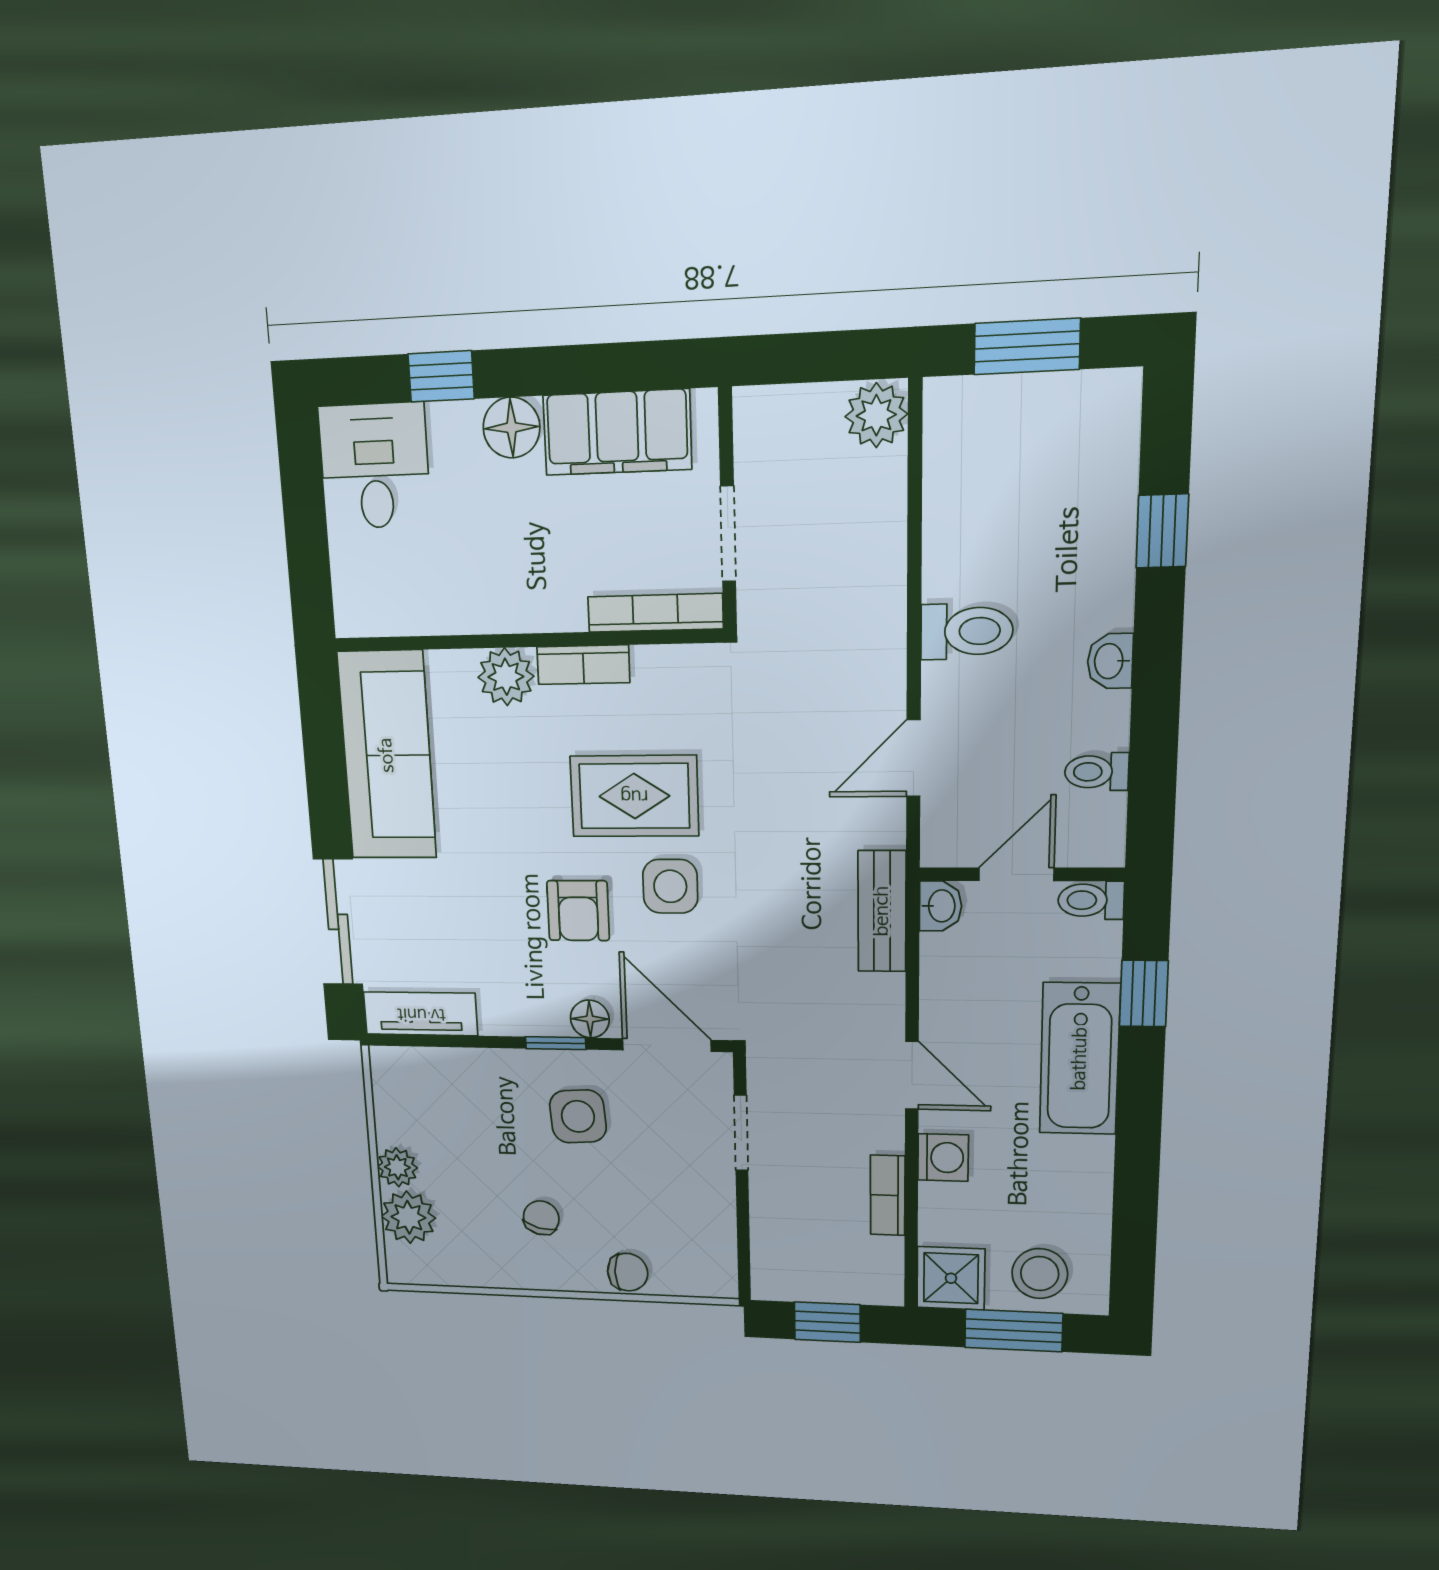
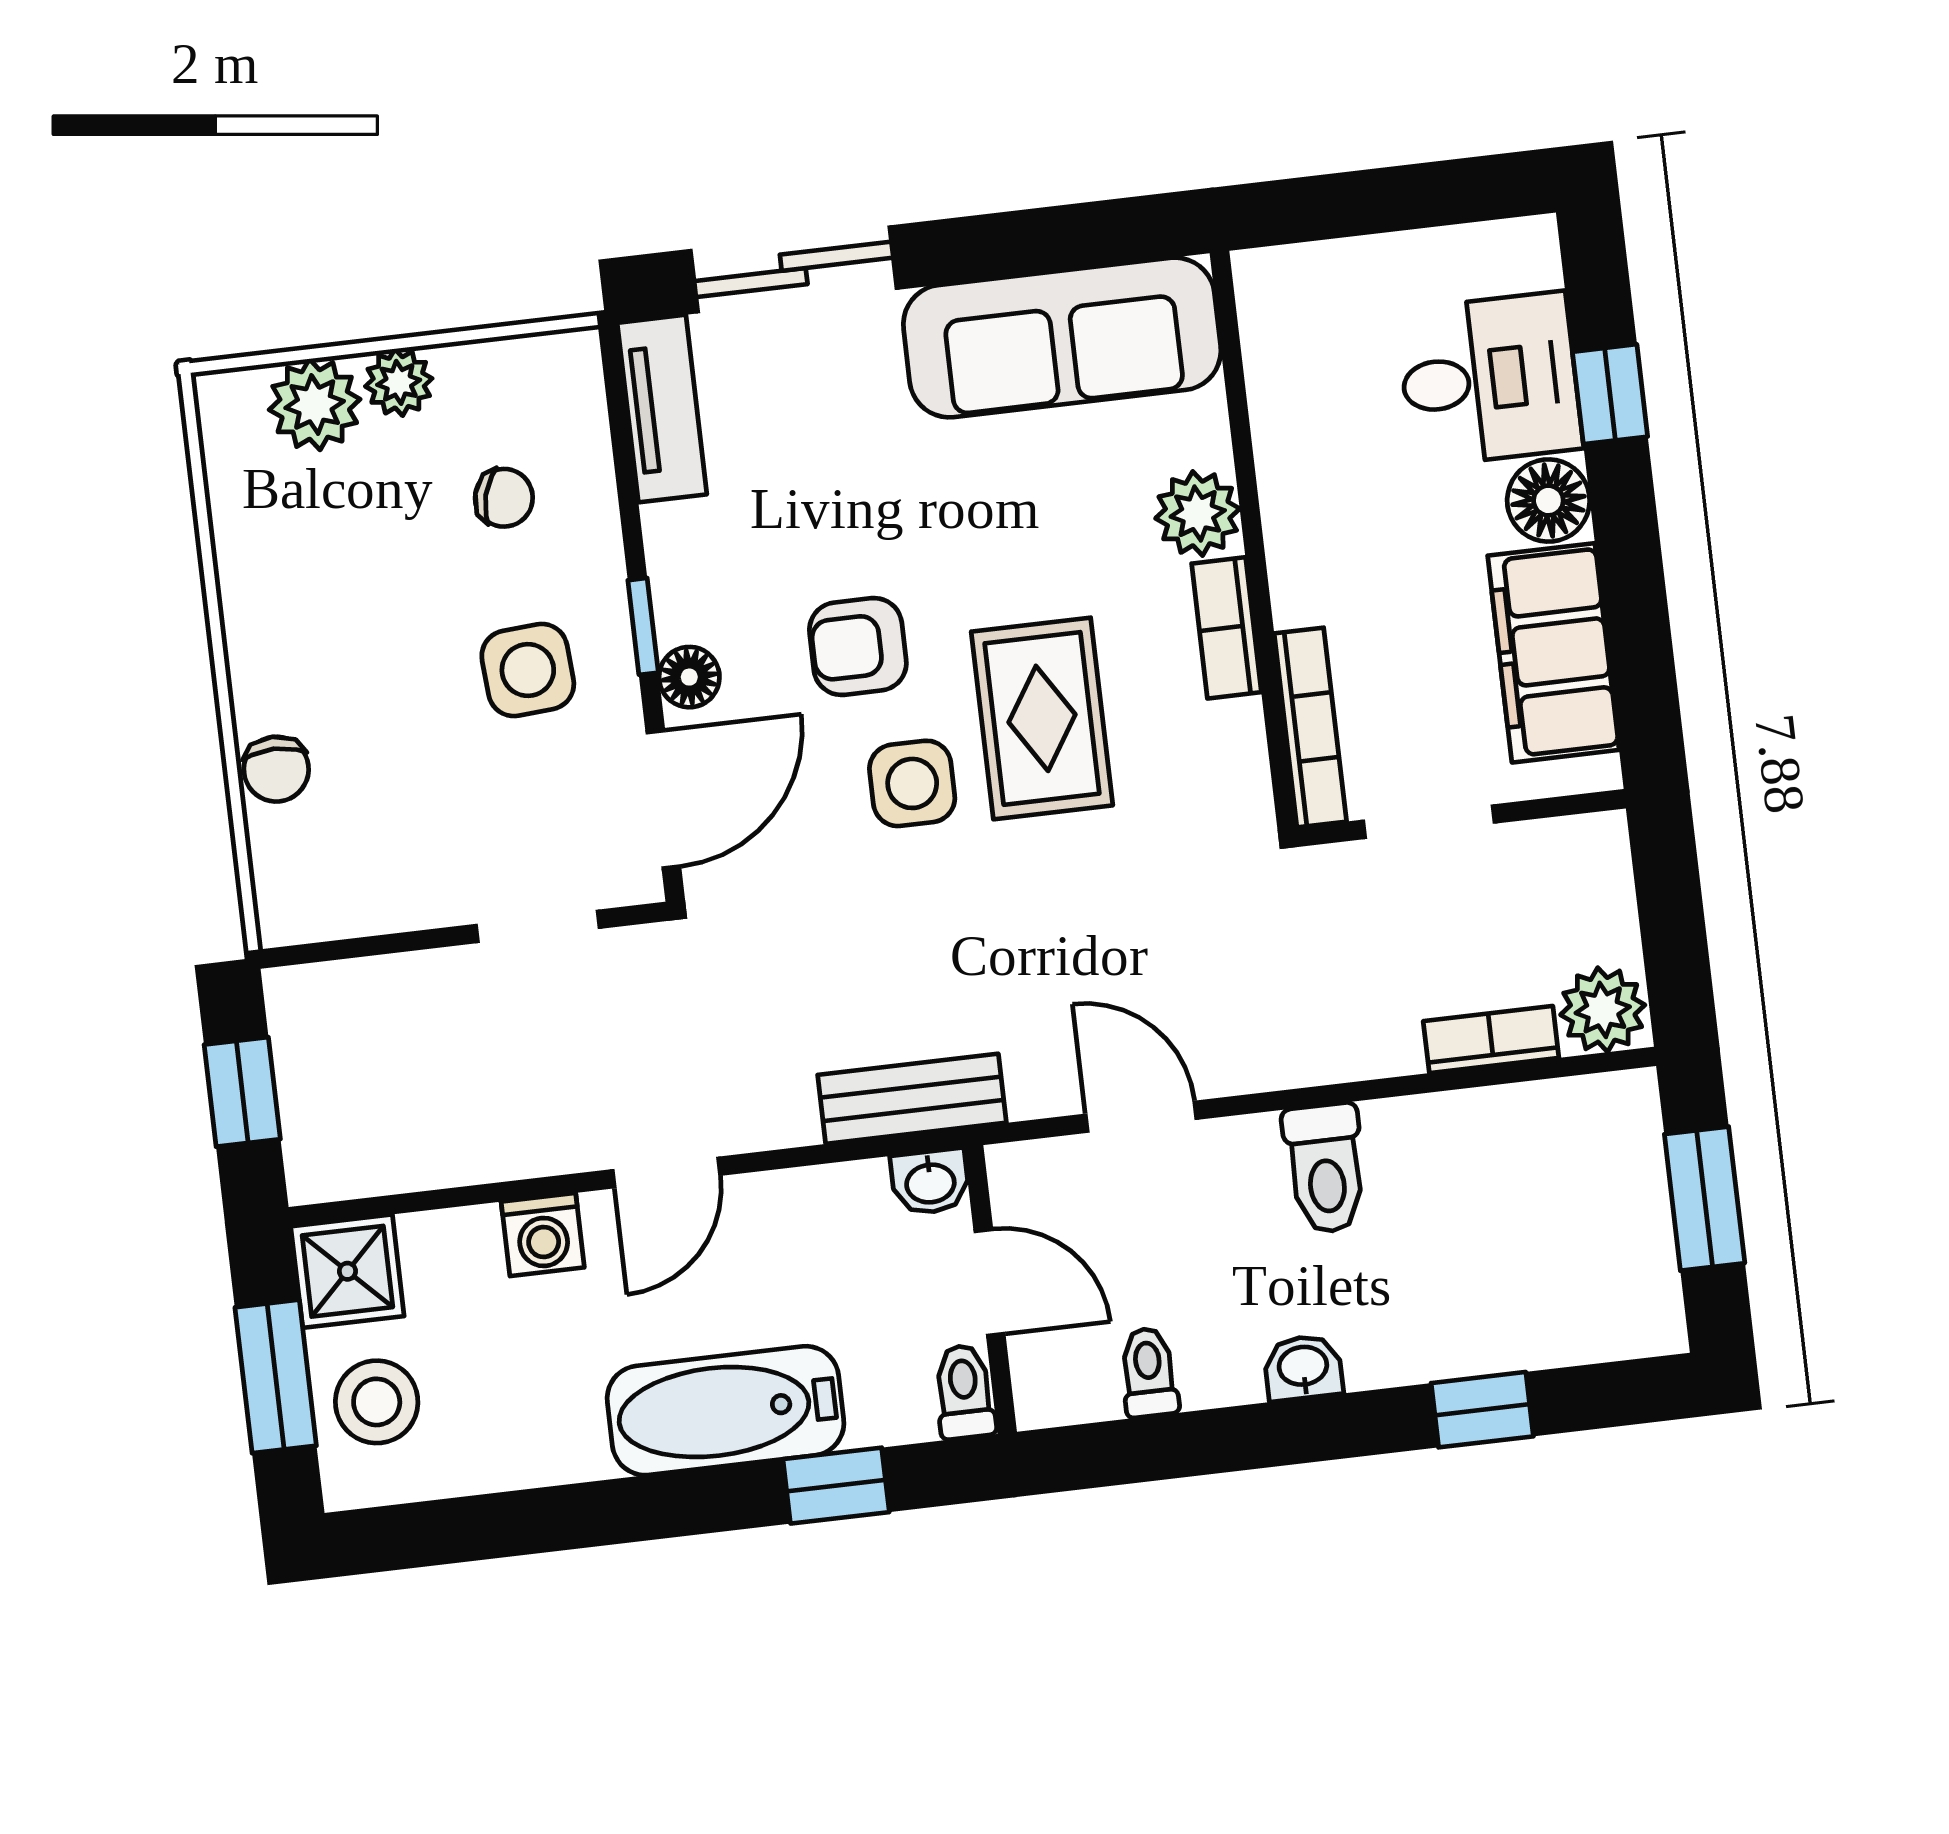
desk: (375, 466) -> (1489, 379), moved
bookcase: (888, 1195) -> (1491, 1040), moved
chair: (541, 1218) -> (504, 498), moved

